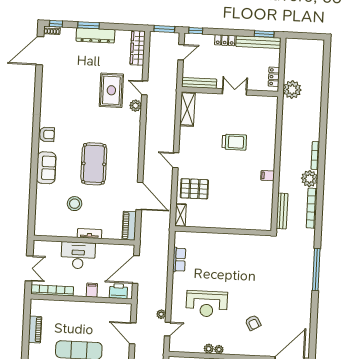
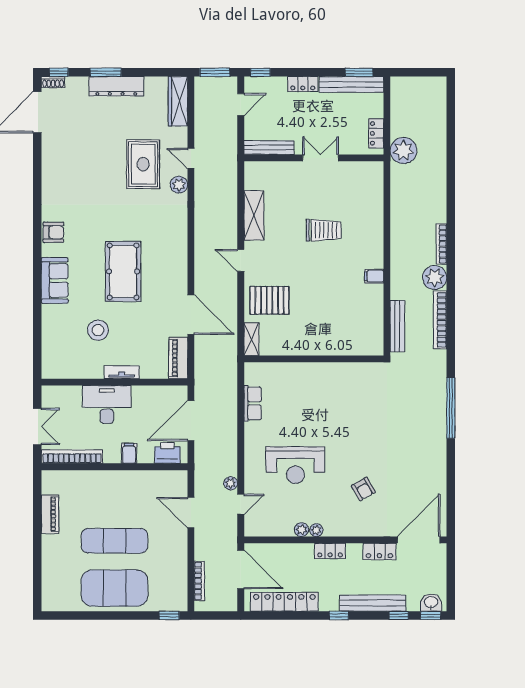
shelving: (187, 109) -> (254, 215), moved

